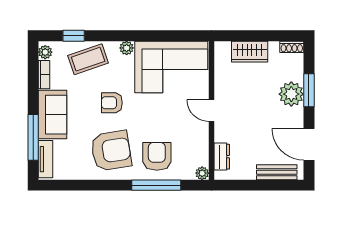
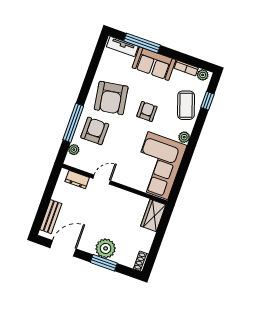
wardrobe: (250, 52) -> (153, 215), moved
door: (211, 111) -> (102, 180), moved
armchair: (157, 156) -> (95, 131), turned -90
plant: (202, 173) -> (74, 150), moved

